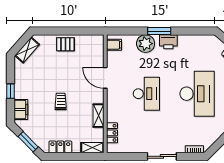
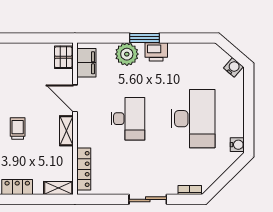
pallet: (65, 44) -> (63, 57), moved, turned 90
filing cabinet: (114, 45) -> (86, 63), width x2.00
shelving: (99, 116) -> (66, 131), moved
locker: (112, 133) -> (84, 169), width x1.53

